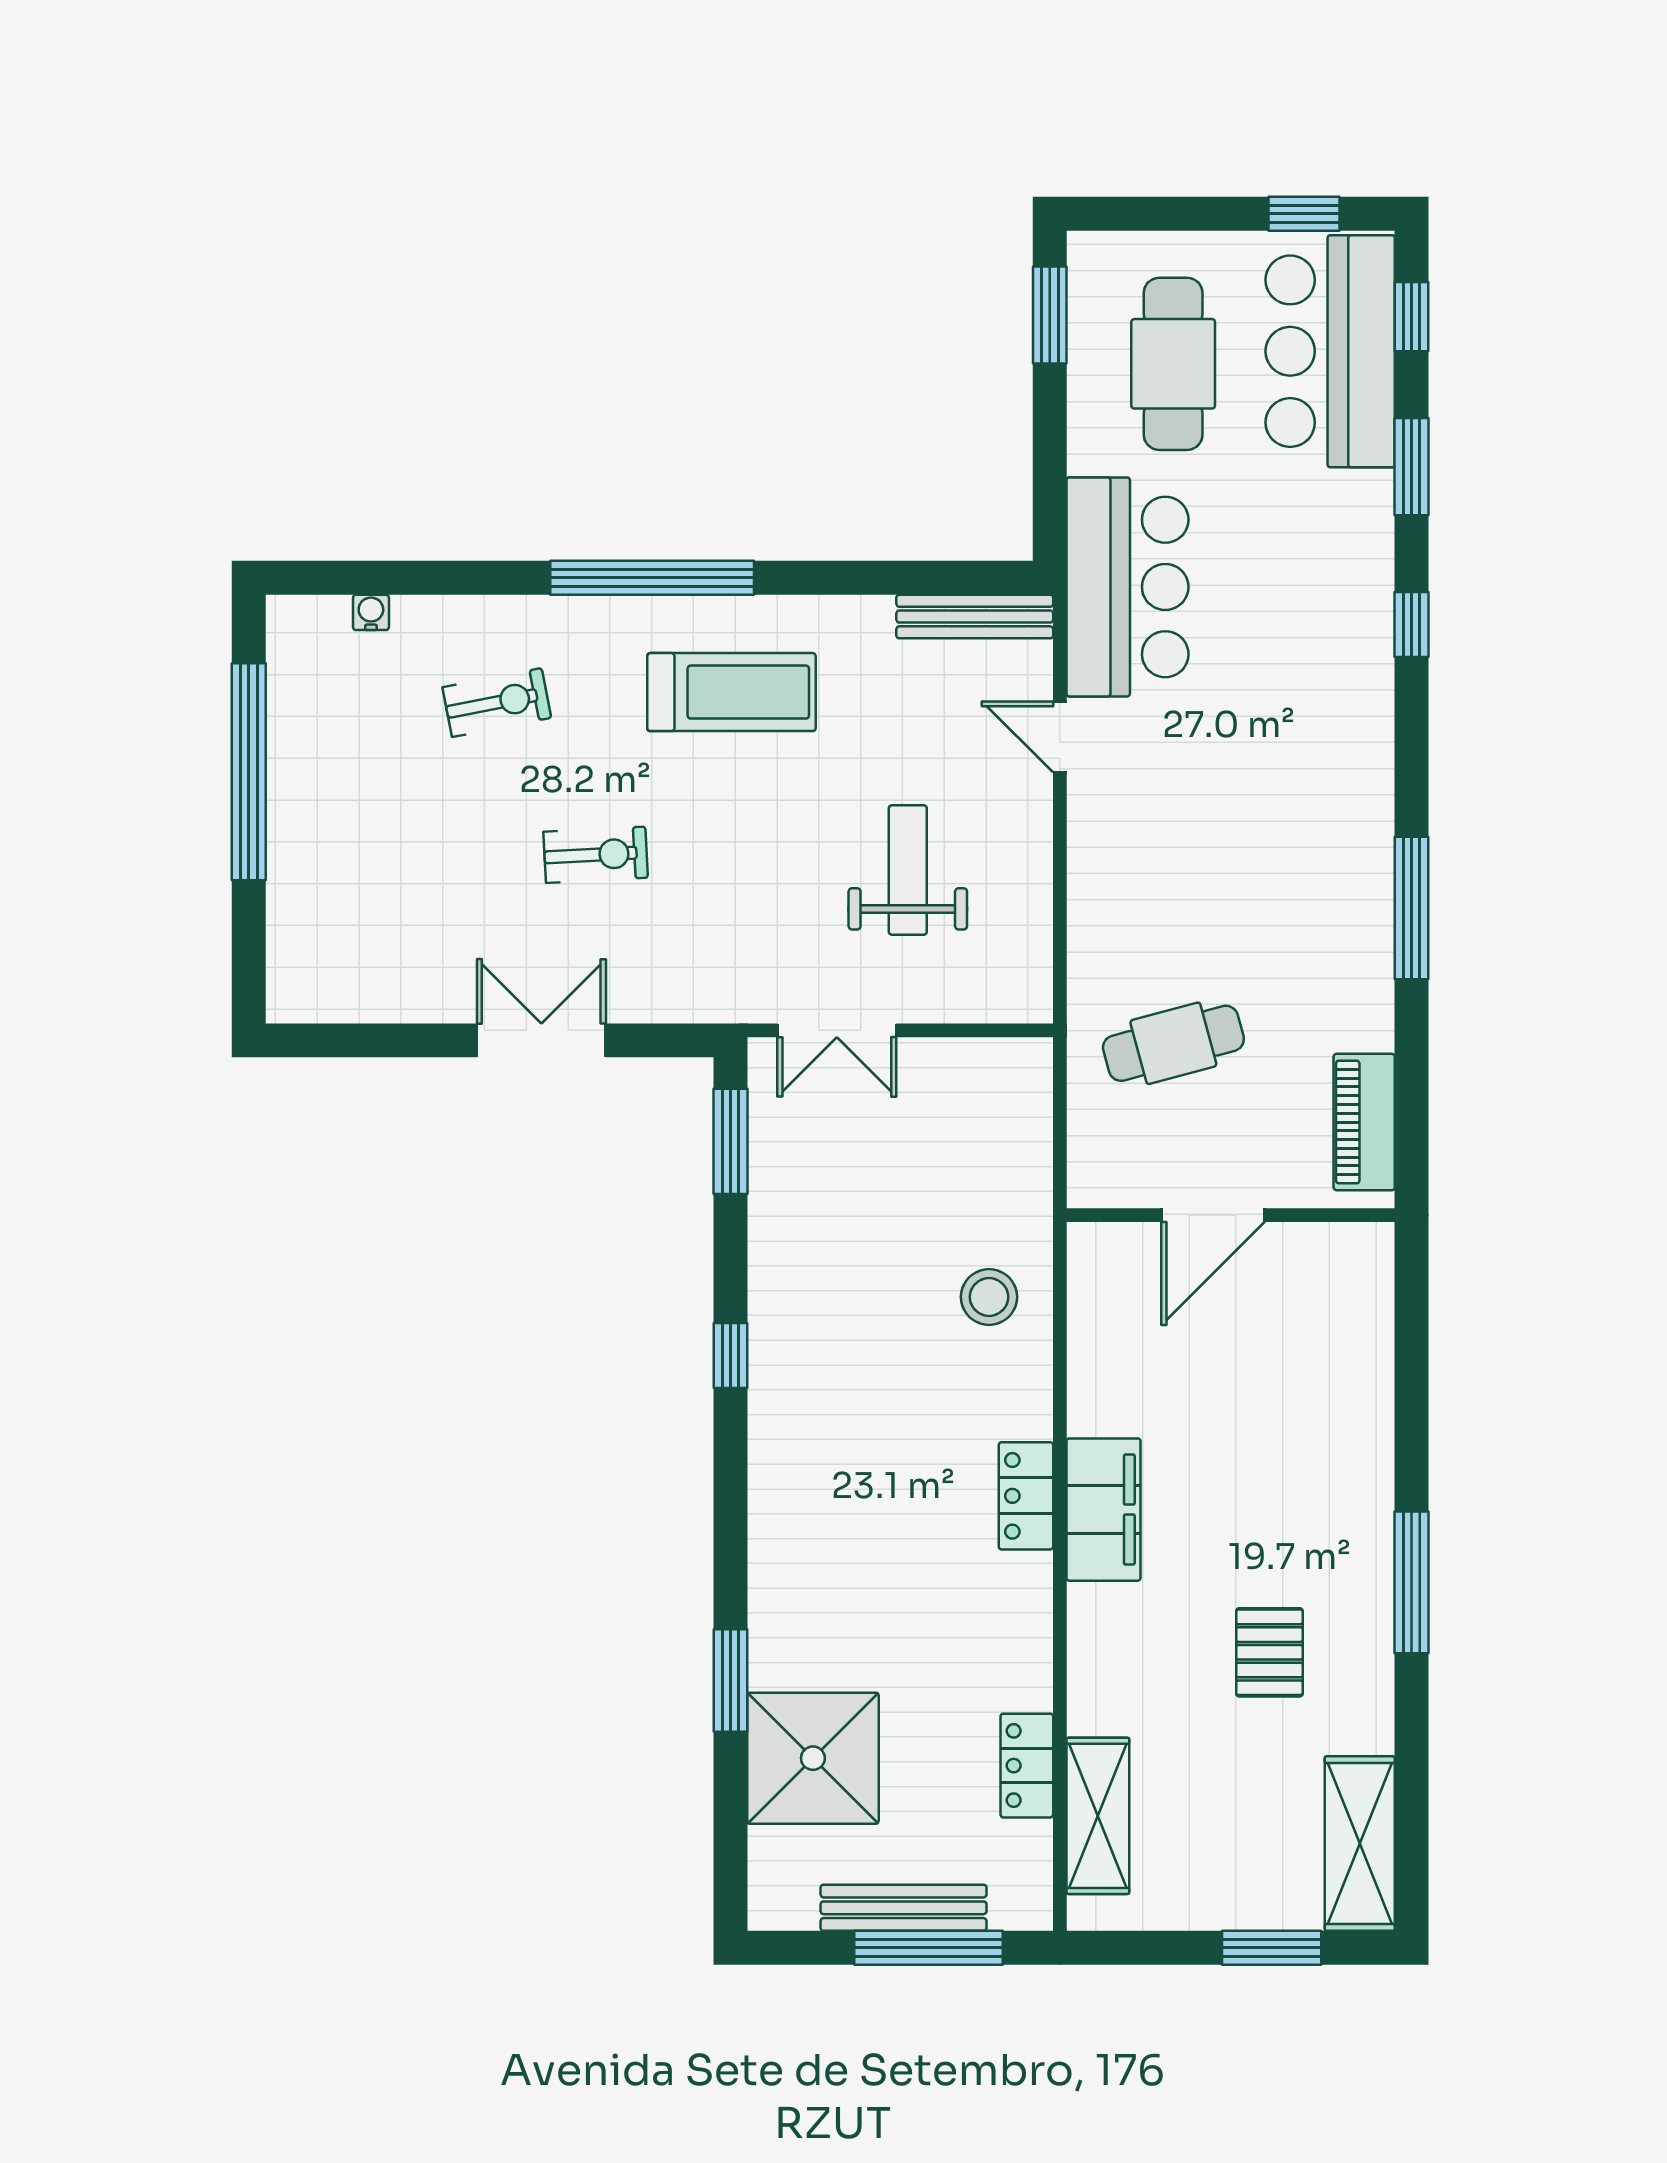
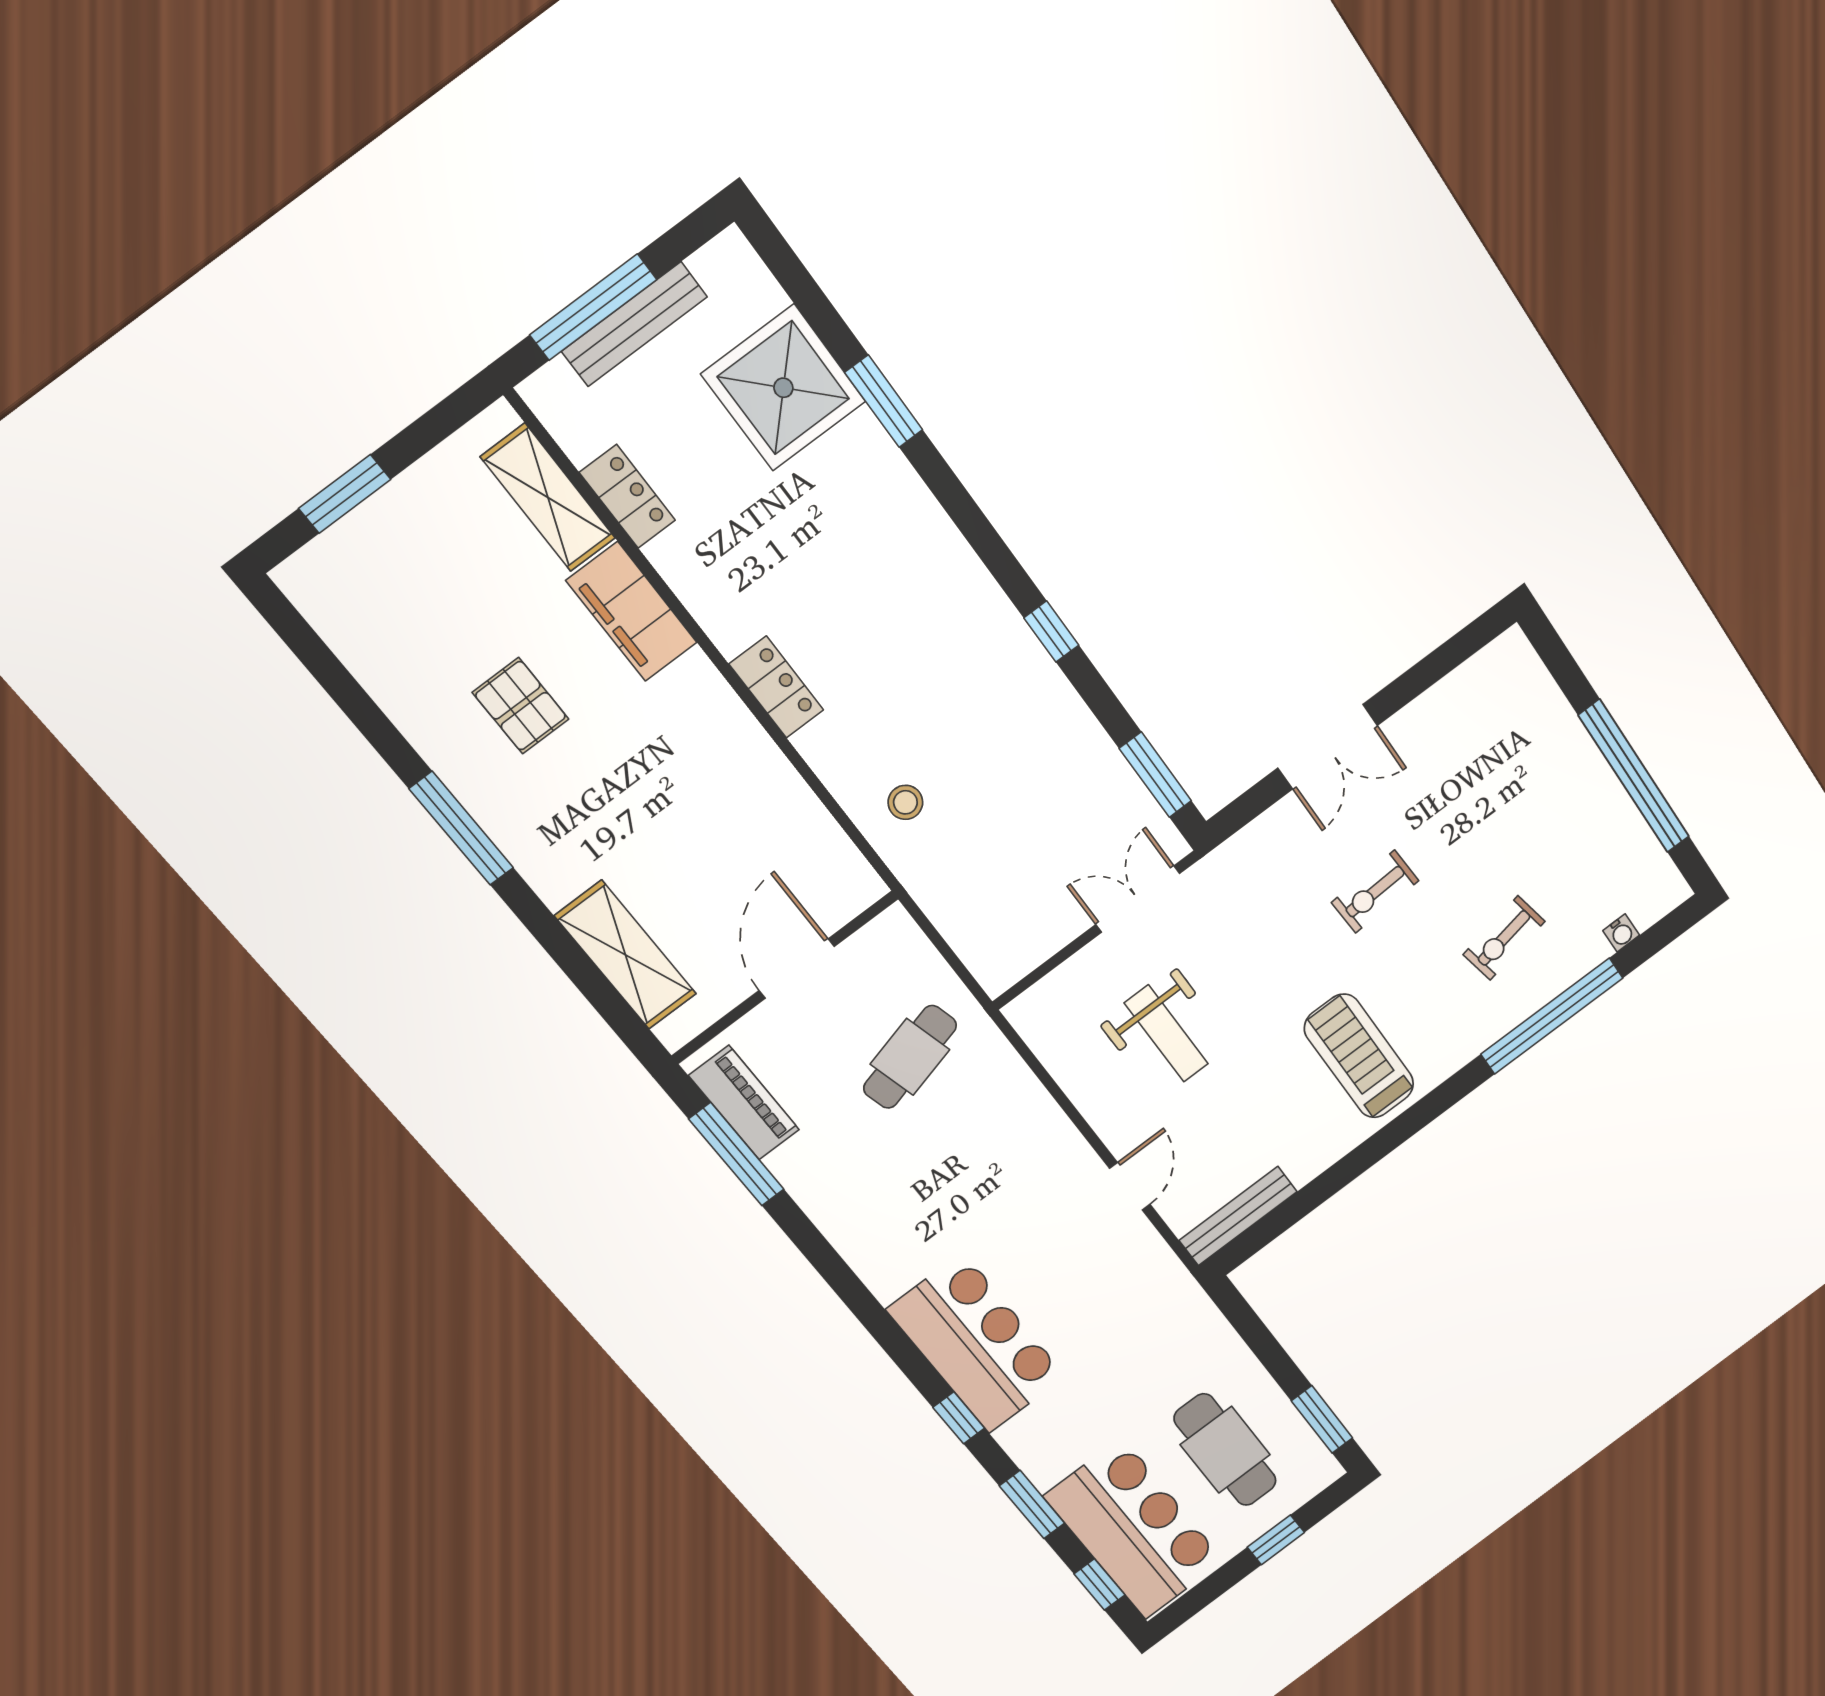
window: (1304, 214) -> (1276, 1540), moved
window: (652, 578) -> (1552, 1016), moved
bar counter: (1127, 587) -> (976, 1343), moved, turned 180
treadmill: (731, 692) -> (1359, 1056), turned 90
door: (1060, 737) -> (1130, 1186), hinge flipped
window: (1412, 908) -> (736, 1154), moved
stool: (989, 1297) -> (905, 802), width x0.73, depth x0.73
filing cabinet: (1103, 1510) -> (632, 612), moved
shelving: (1360, 1844) -> (626, 955), moved

